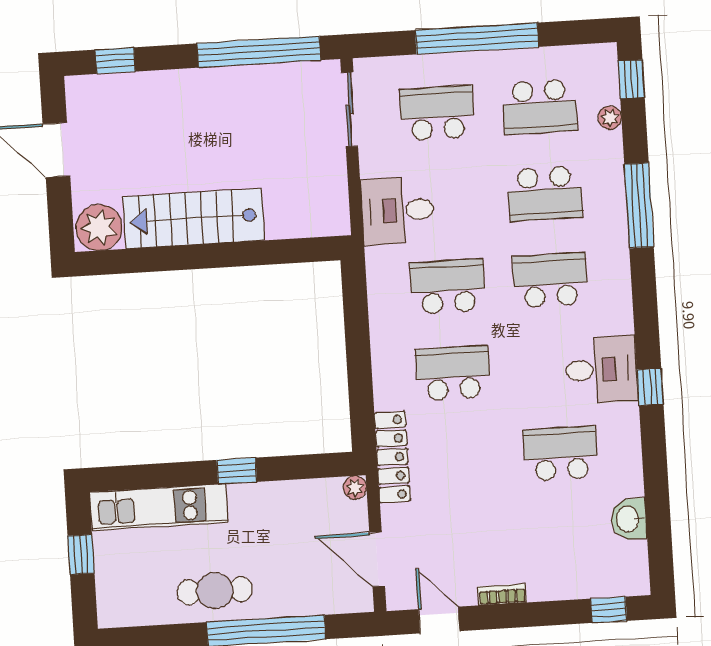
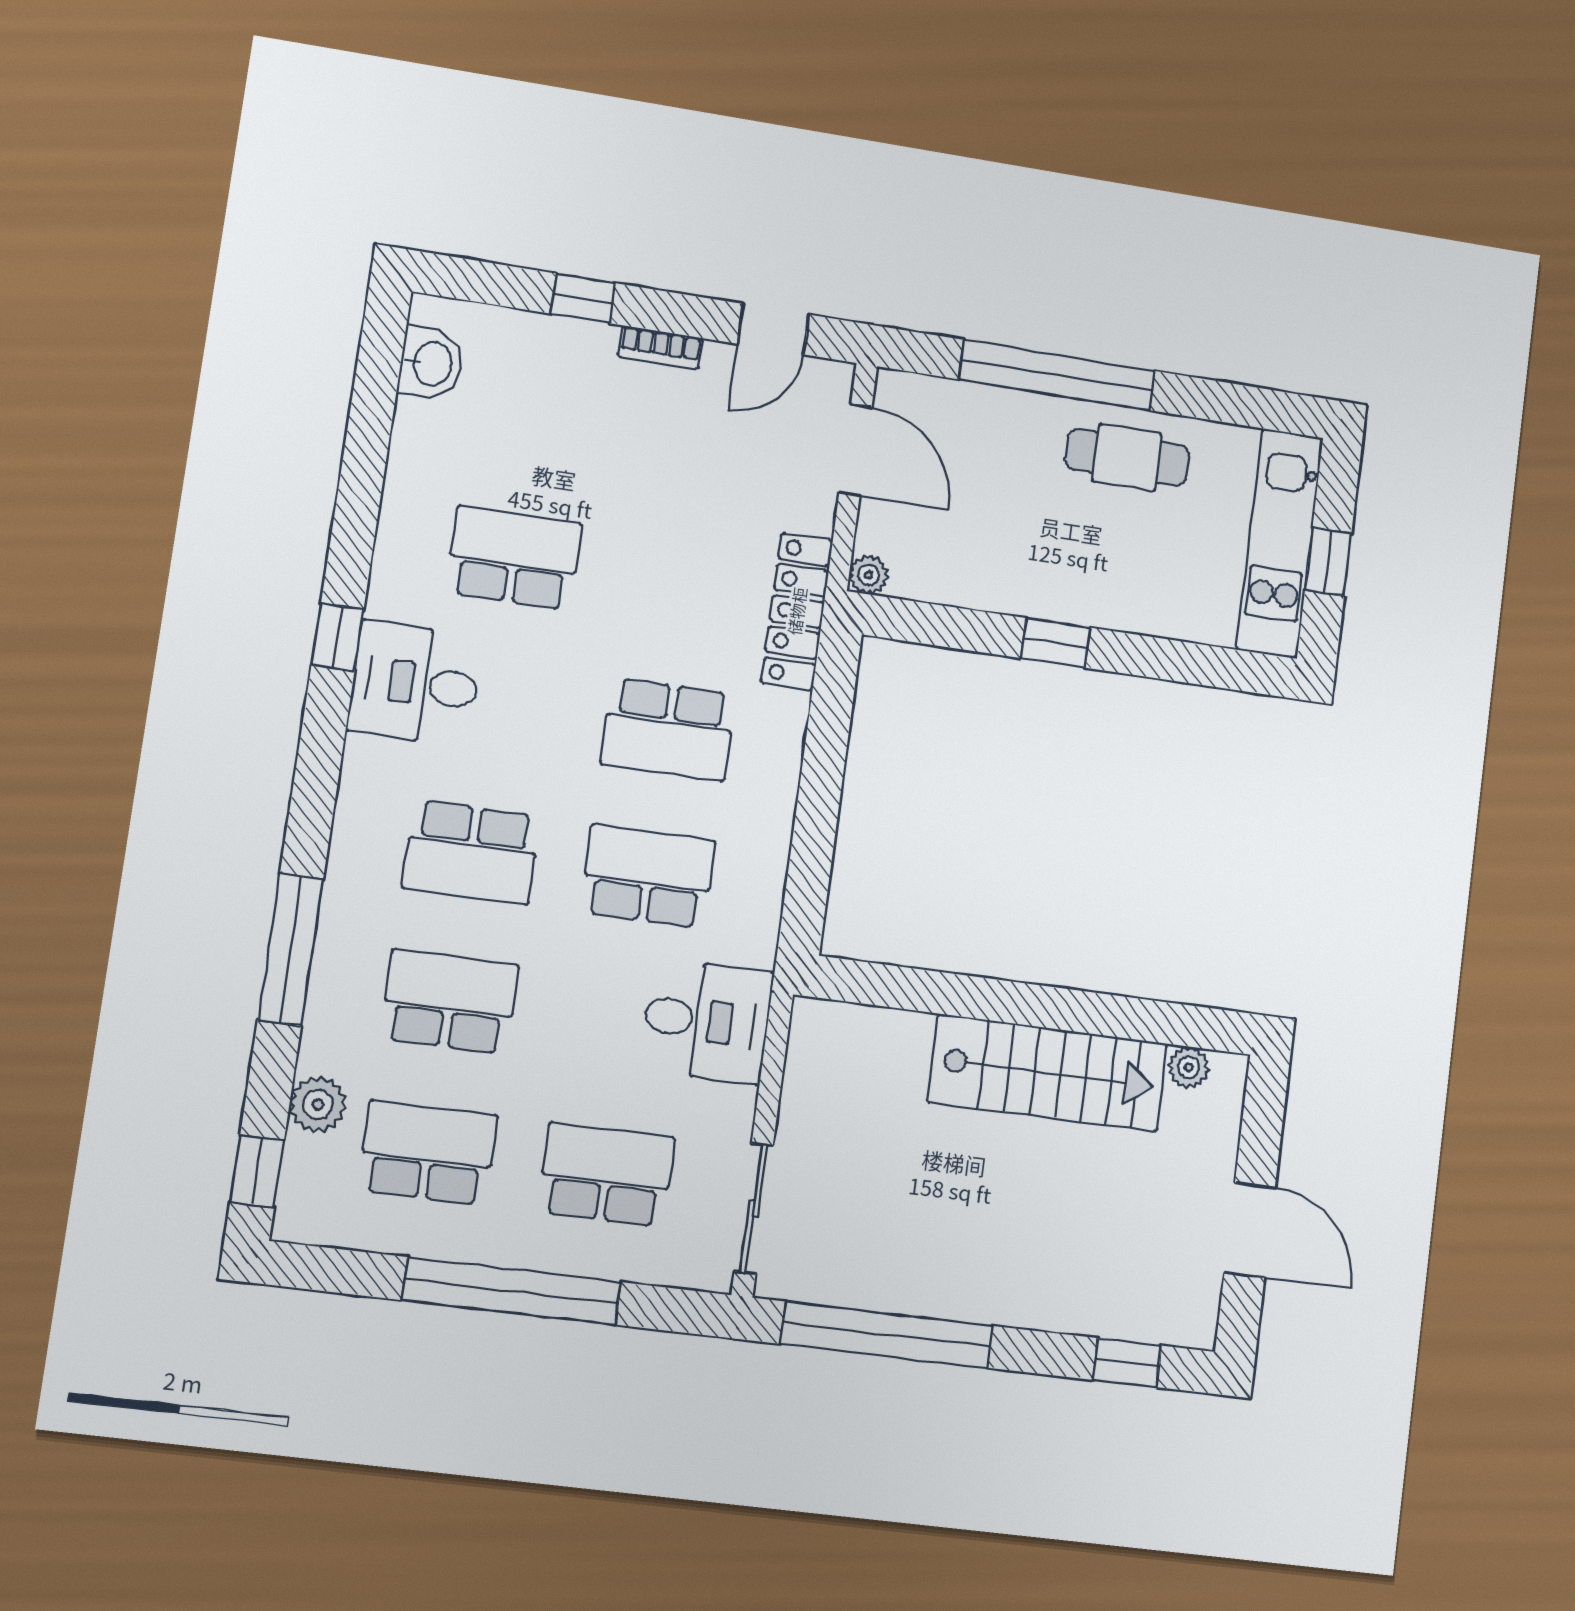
school desk: (437, 113) -> (606, 1175), turned 180
plant: (610, 118) -> (318, 1104), width x1.38, depth x1.38
plant: (99, 227) -> (1189, 1067), width x0.53, depth x0.53
school desk: (448, 286) -> (648, 876), turned 180
school desk: (561, 453) -> (514, 558), turned 180
kitchen unit: (159, 507) -> (1280, 543), moved, turned -90
washbasin: (629, 519) -> (431, 363), moved
window: (609, 610) -> (583, 298), moved
door: (439, 620) -> (773, 329), hinge flipped

